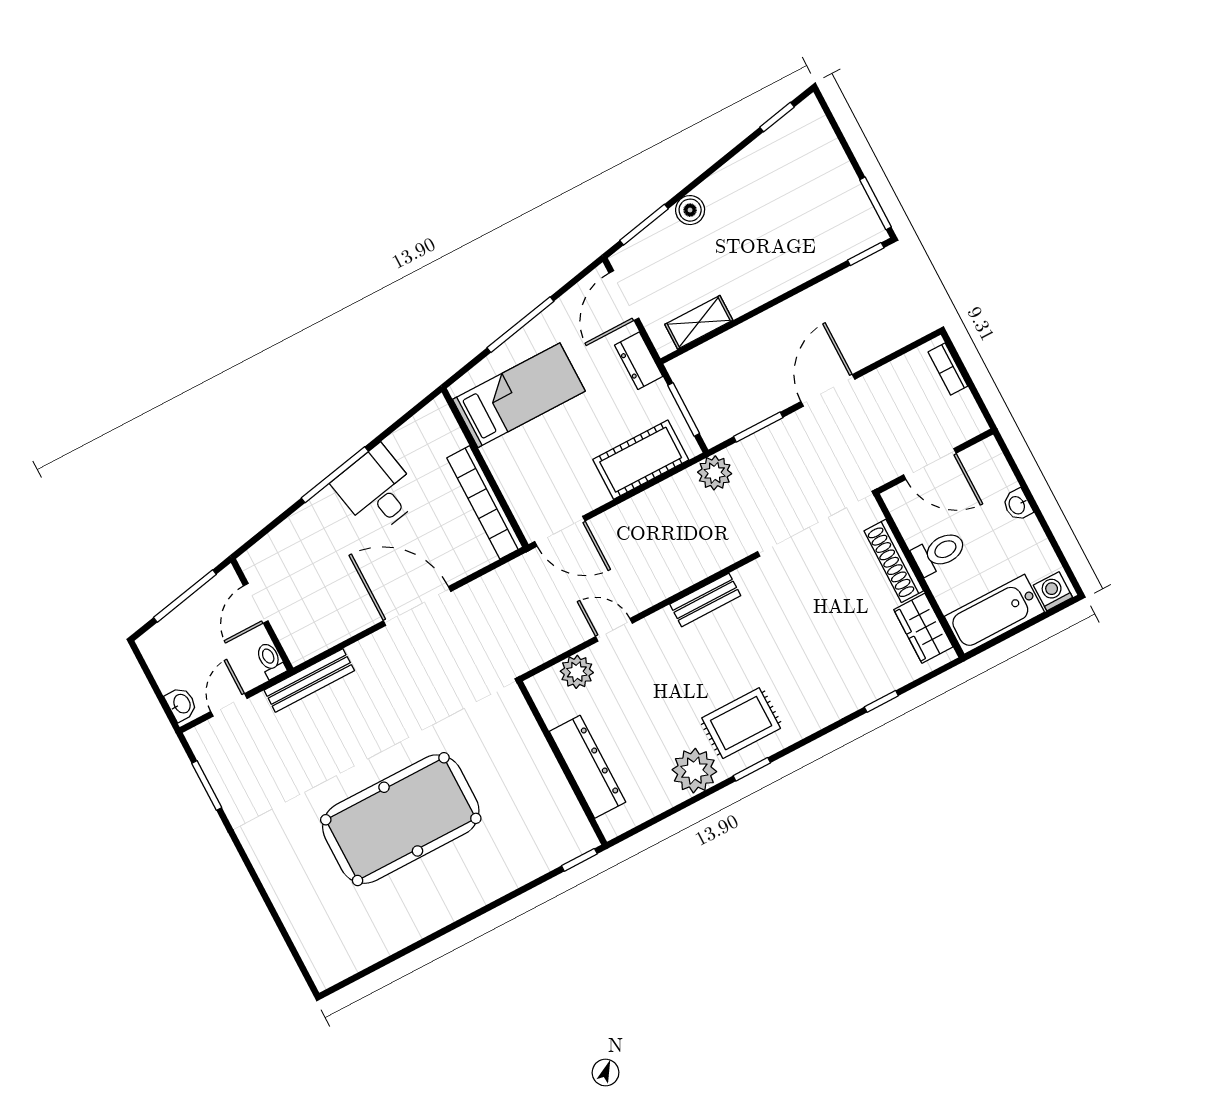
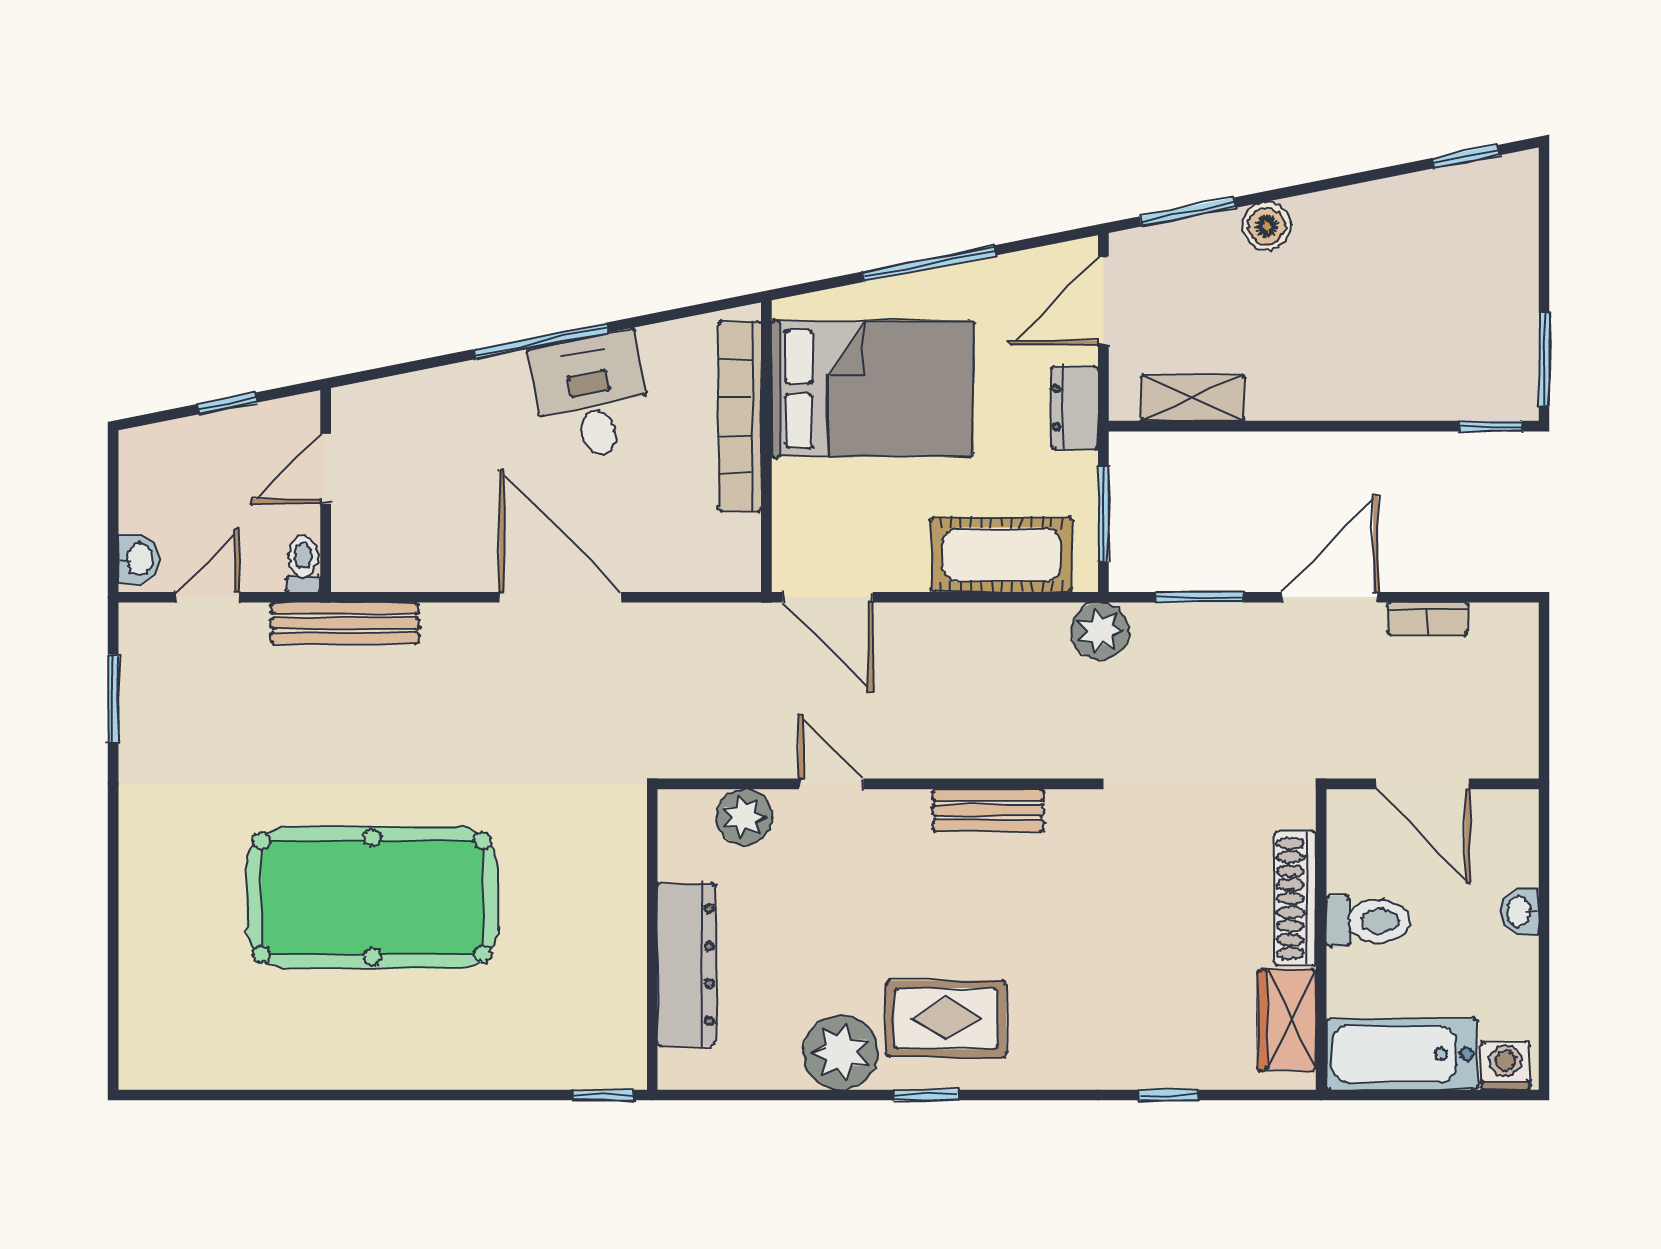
bookcase: (948, 369) -> (1428, 619), moved, turned -90
bed: (519, 395) -> (872, 389), width x1.50
bookcase: (485, 502) -> (740, 416), moved
window: (185, 596) -> (227, 403), width x0.46

